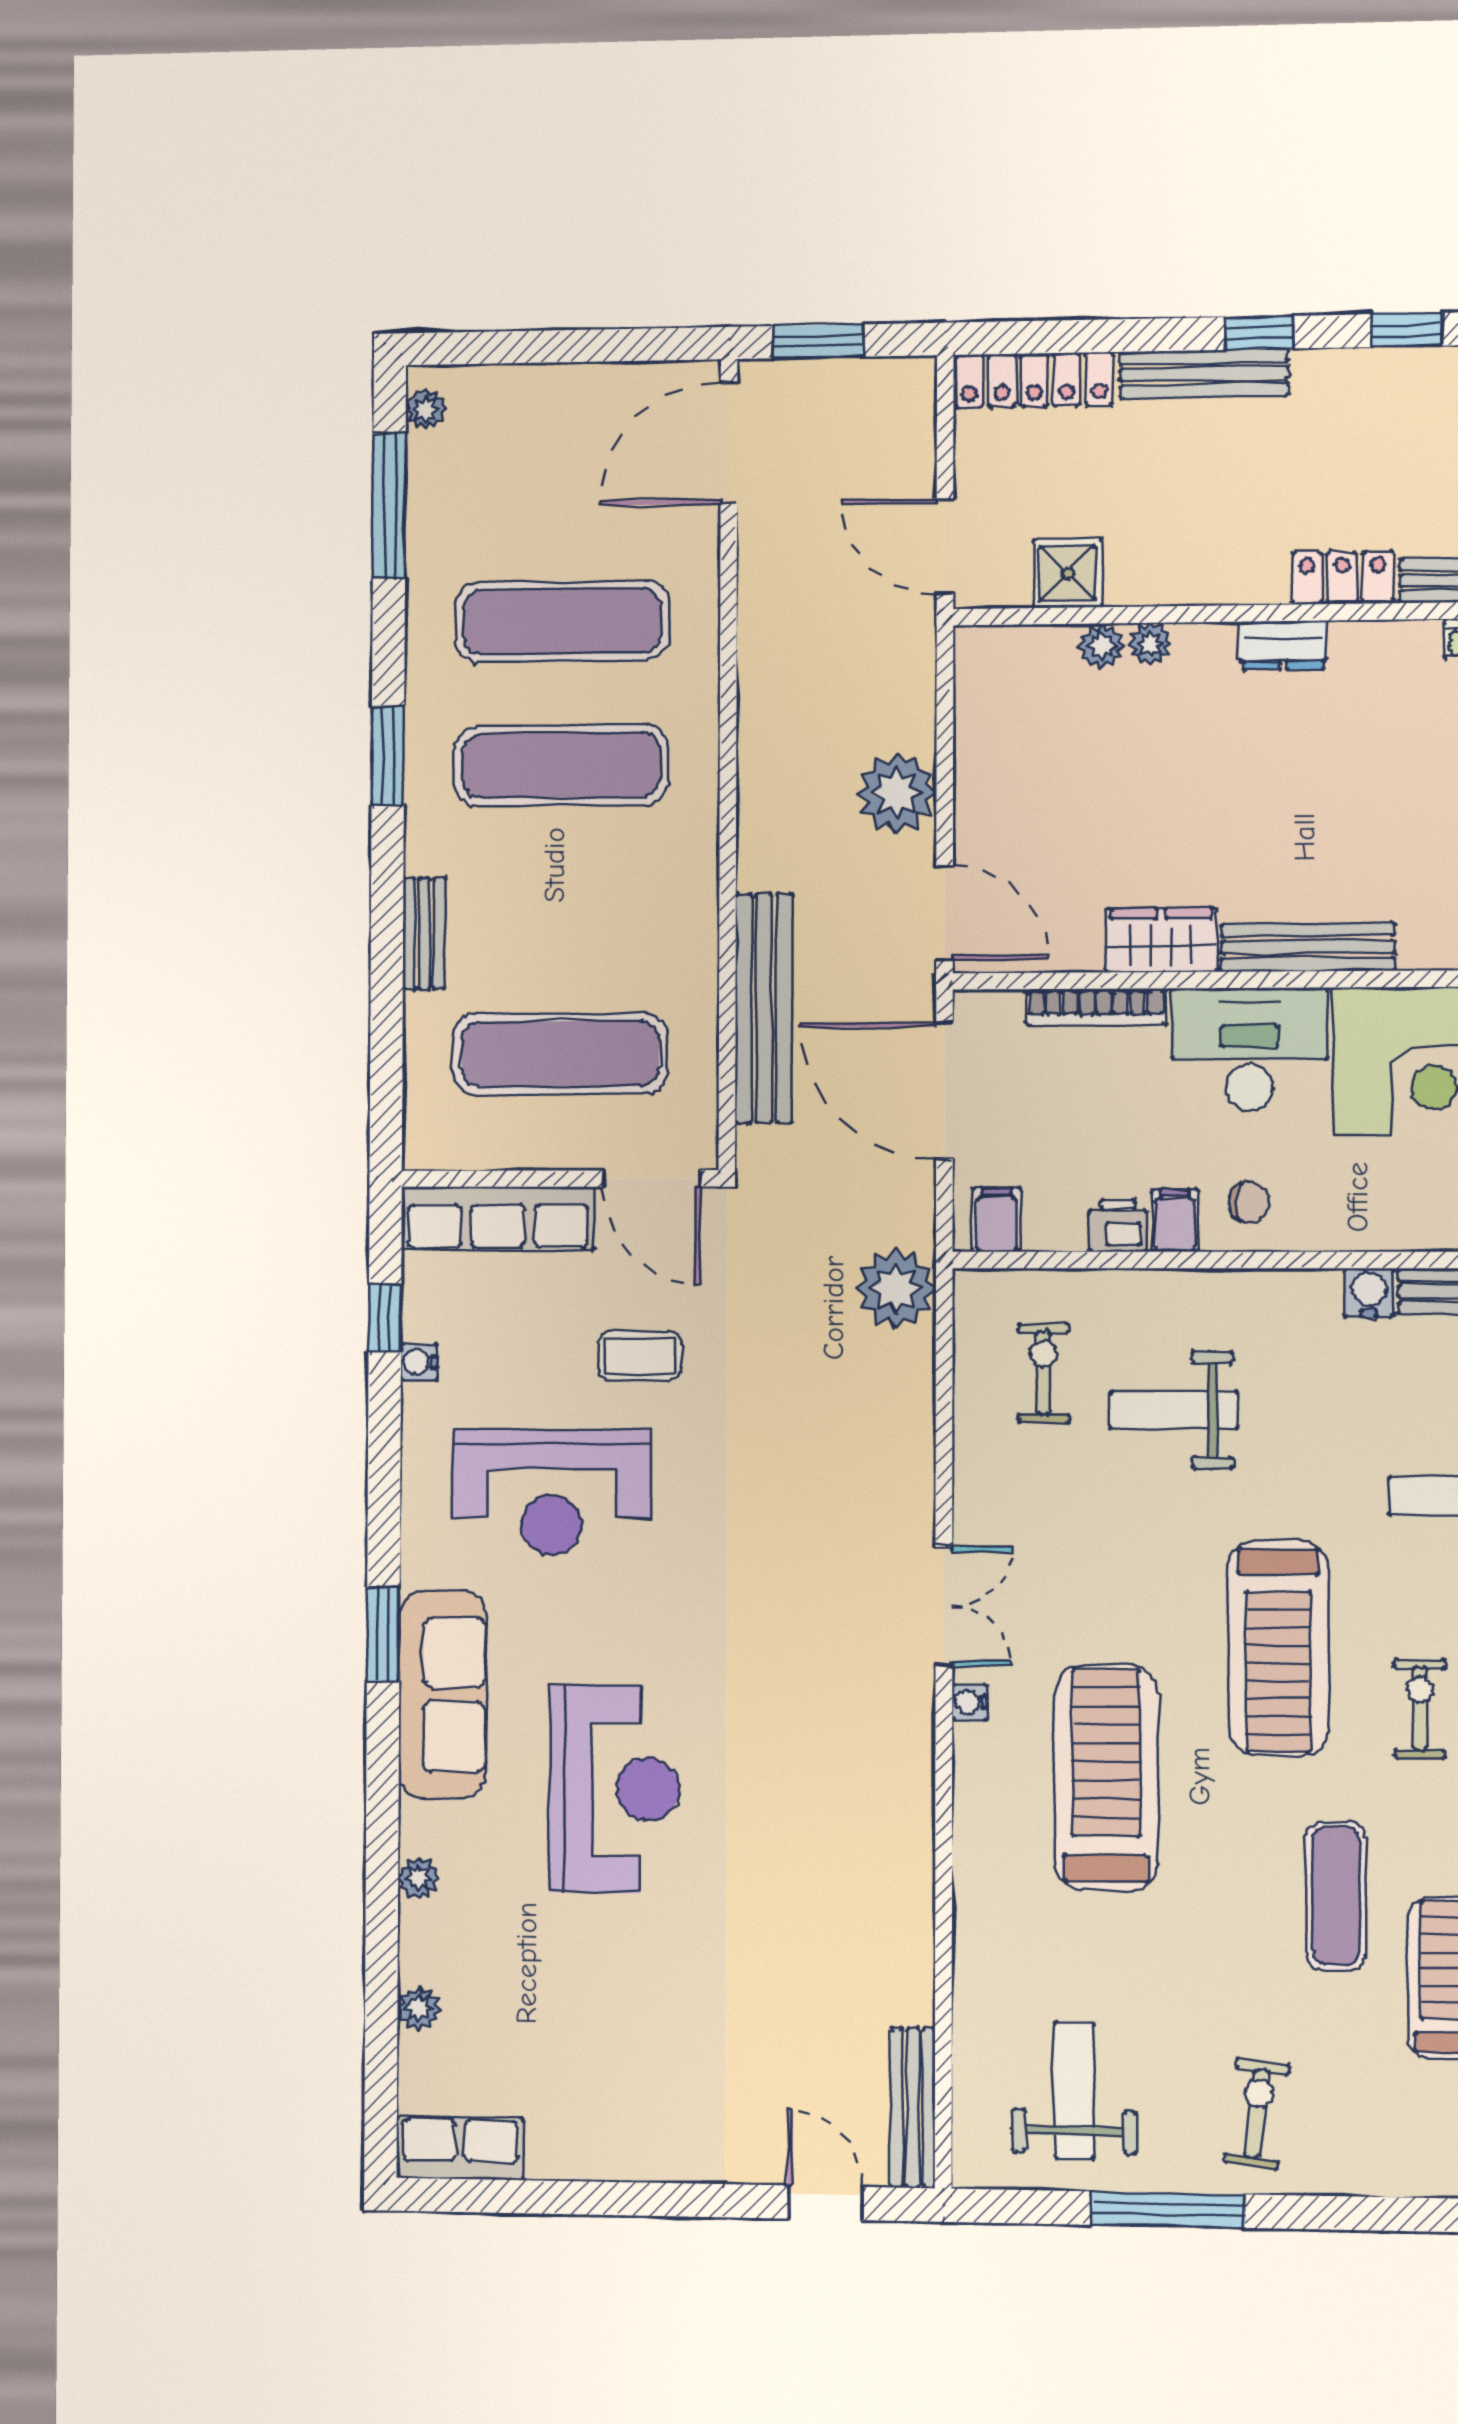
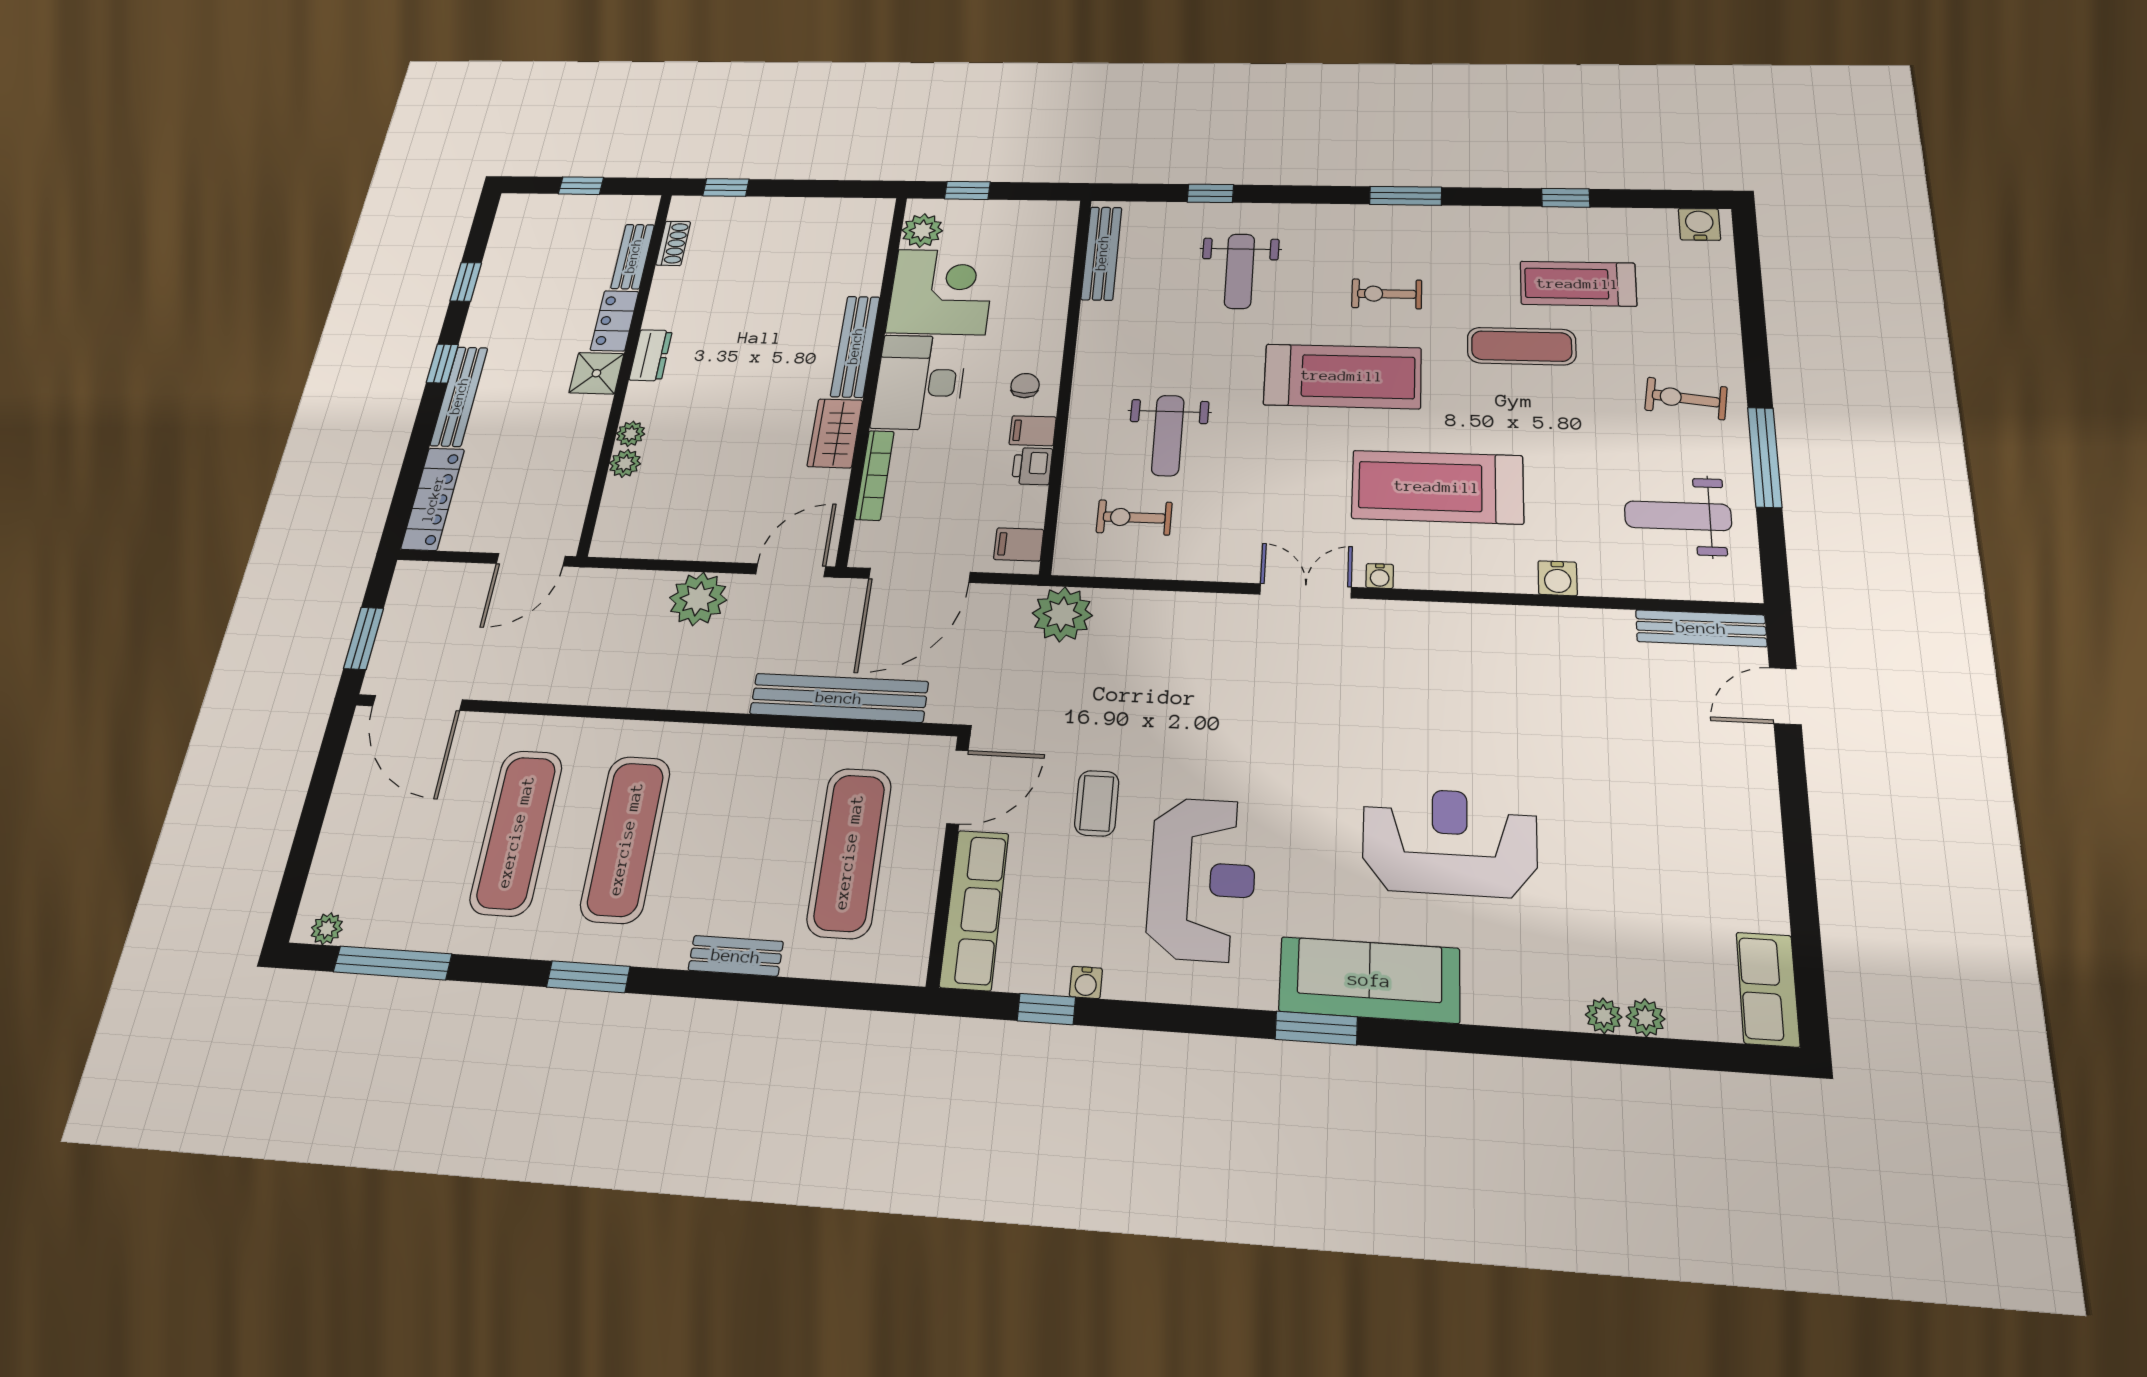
shower: (1068, 573) -> (596, 373), moved
water cooler: (1369, 1293) -> (1558, 578), moved, turned -90
plant: (418, 1878) -> (1604, 1016), moved

